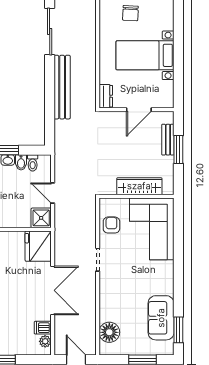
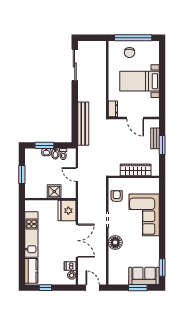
bench: (62, 87) -> (83, 124), moved
door: (139, 110) -> (135, 118), hinge flipped
shower: (41, 218) -> (54, 191), moved
corner sofa: (152, 229) -> (144, 215), moved
sofa: (161, 318) -> (144, 276), moved, turned 90
floor lamp: (109, 332) -> (115, 242), moved

